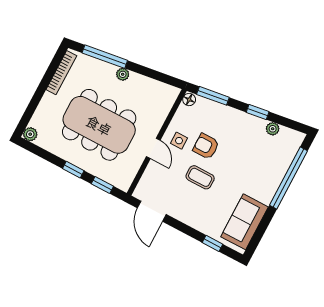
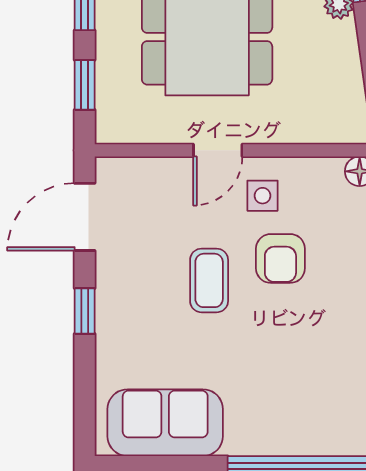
armchair: (206, 146) -> (280, 258), turned 180
window: (212, 243) -> (85, 311), moved

